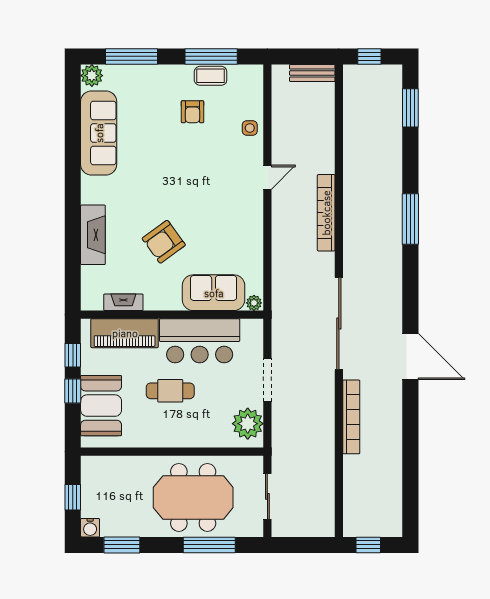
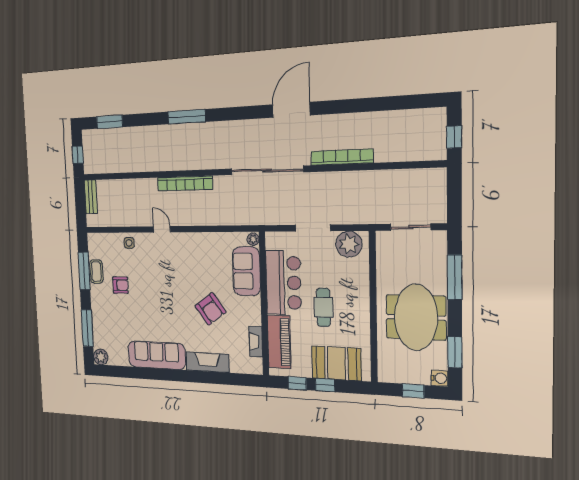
sofa: (99, 133) -> (157, 355), moved
meeting table: (193, 497) -> (416, 317), moved

